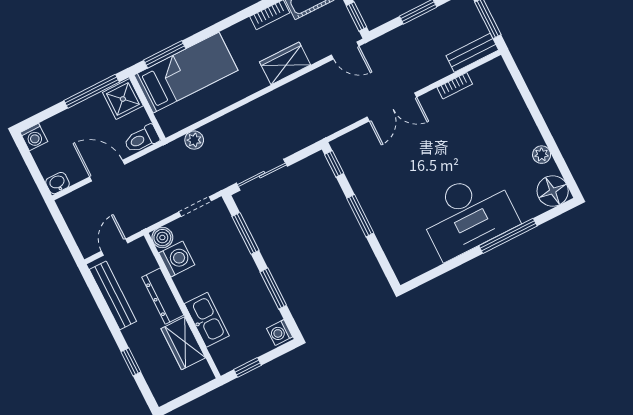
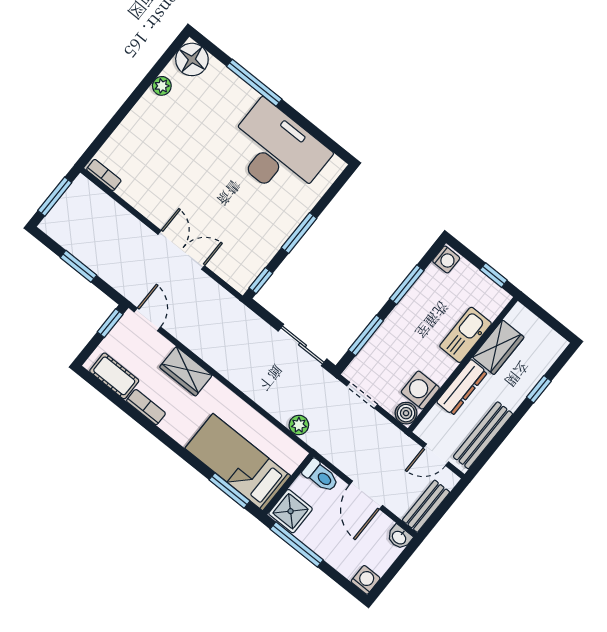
bench: (472, 53) -> (426, 506), moved, turned 90
bookcase: (455, 86) -> (104, 175), moved
desk: (468, 214) -> (277, 151), moved

